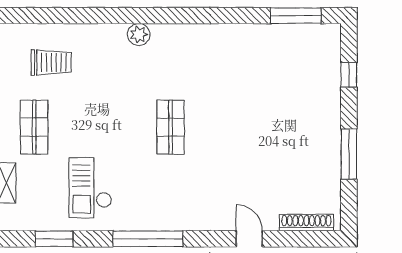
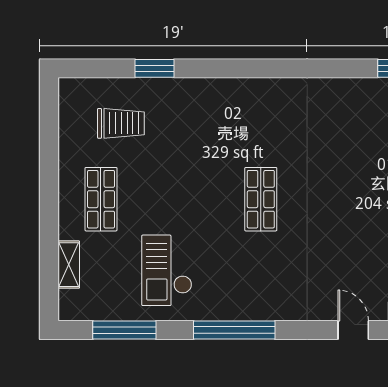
window: (80, 16) -> (155, 68), added
plant: (139, 34) -> (223, 91), removed
window: (54, 239) -> (124, 330), width x1.44

